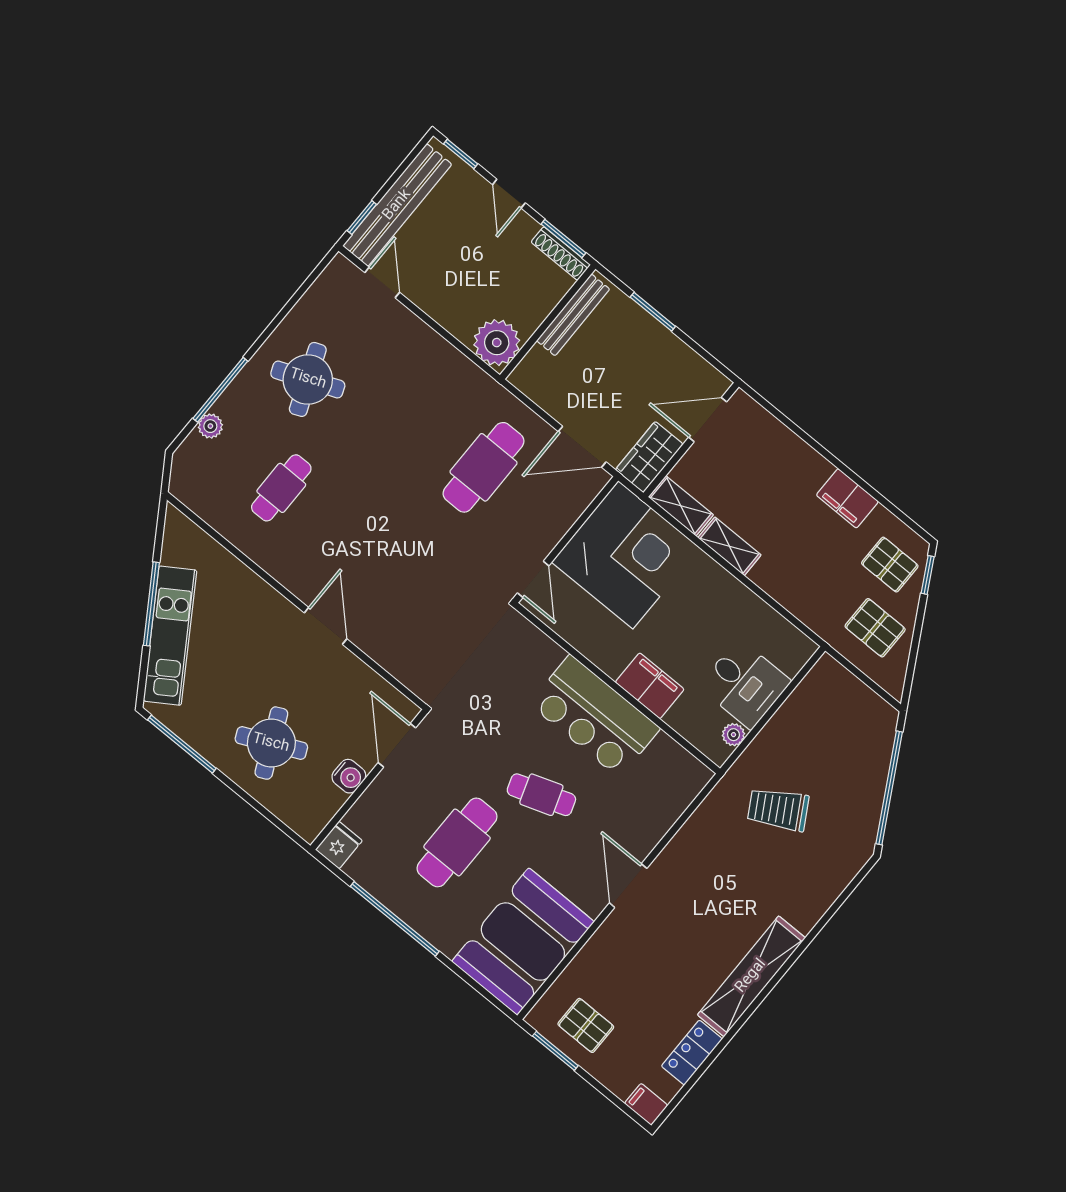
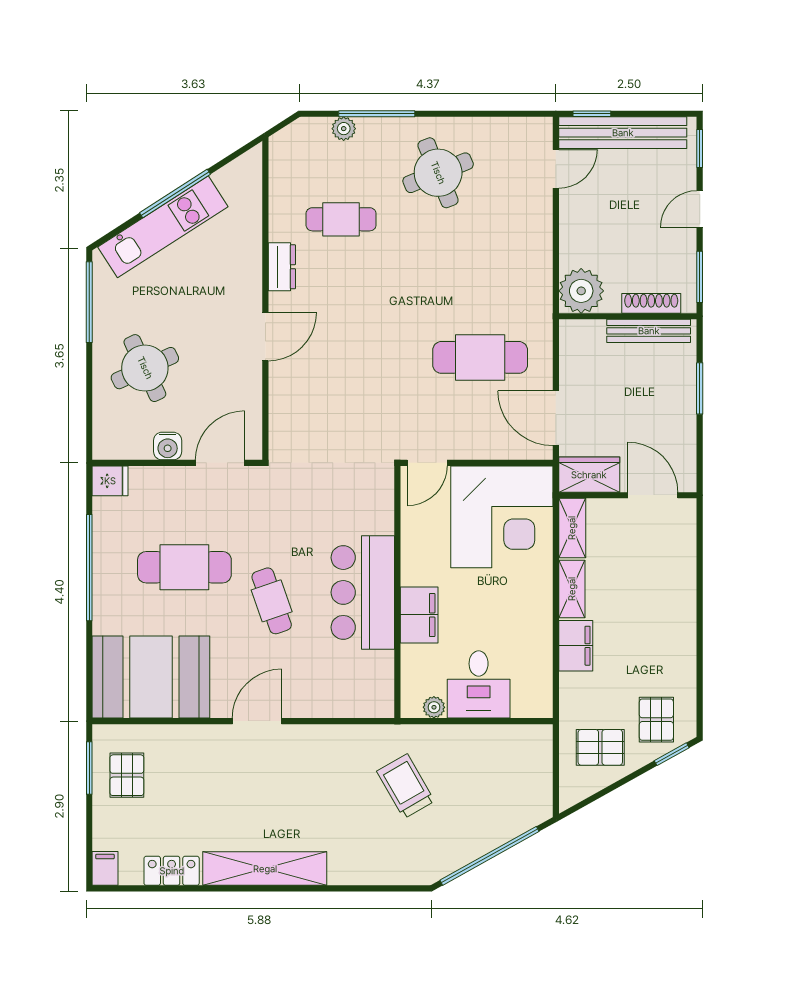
shoe rack: (561, 253) -> (651, 303), moved, turned 90
filing cabinet: (847, 498) -> (576, 646), moved, turned 180
dresser: (280, 567) -> (282, 267), added
pallet: (875, 628) -> (600, 747), turned 90

